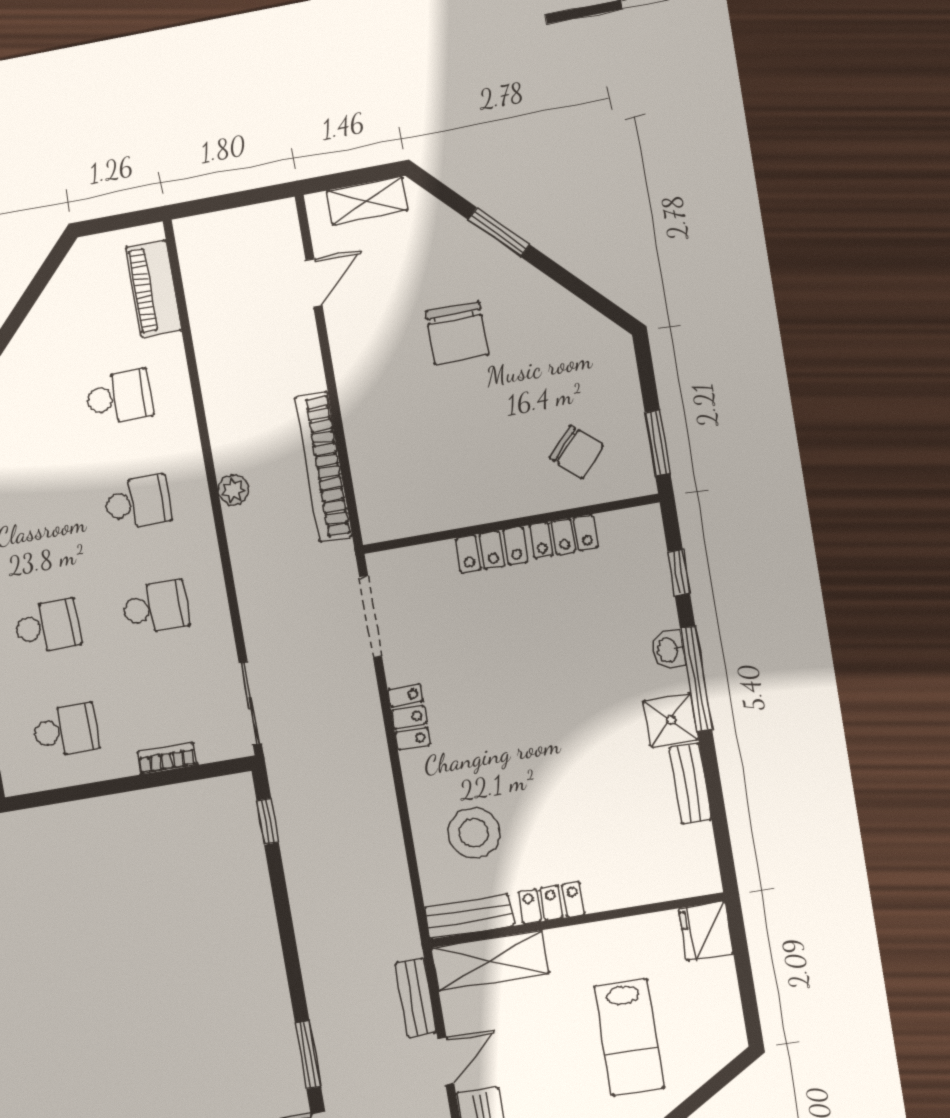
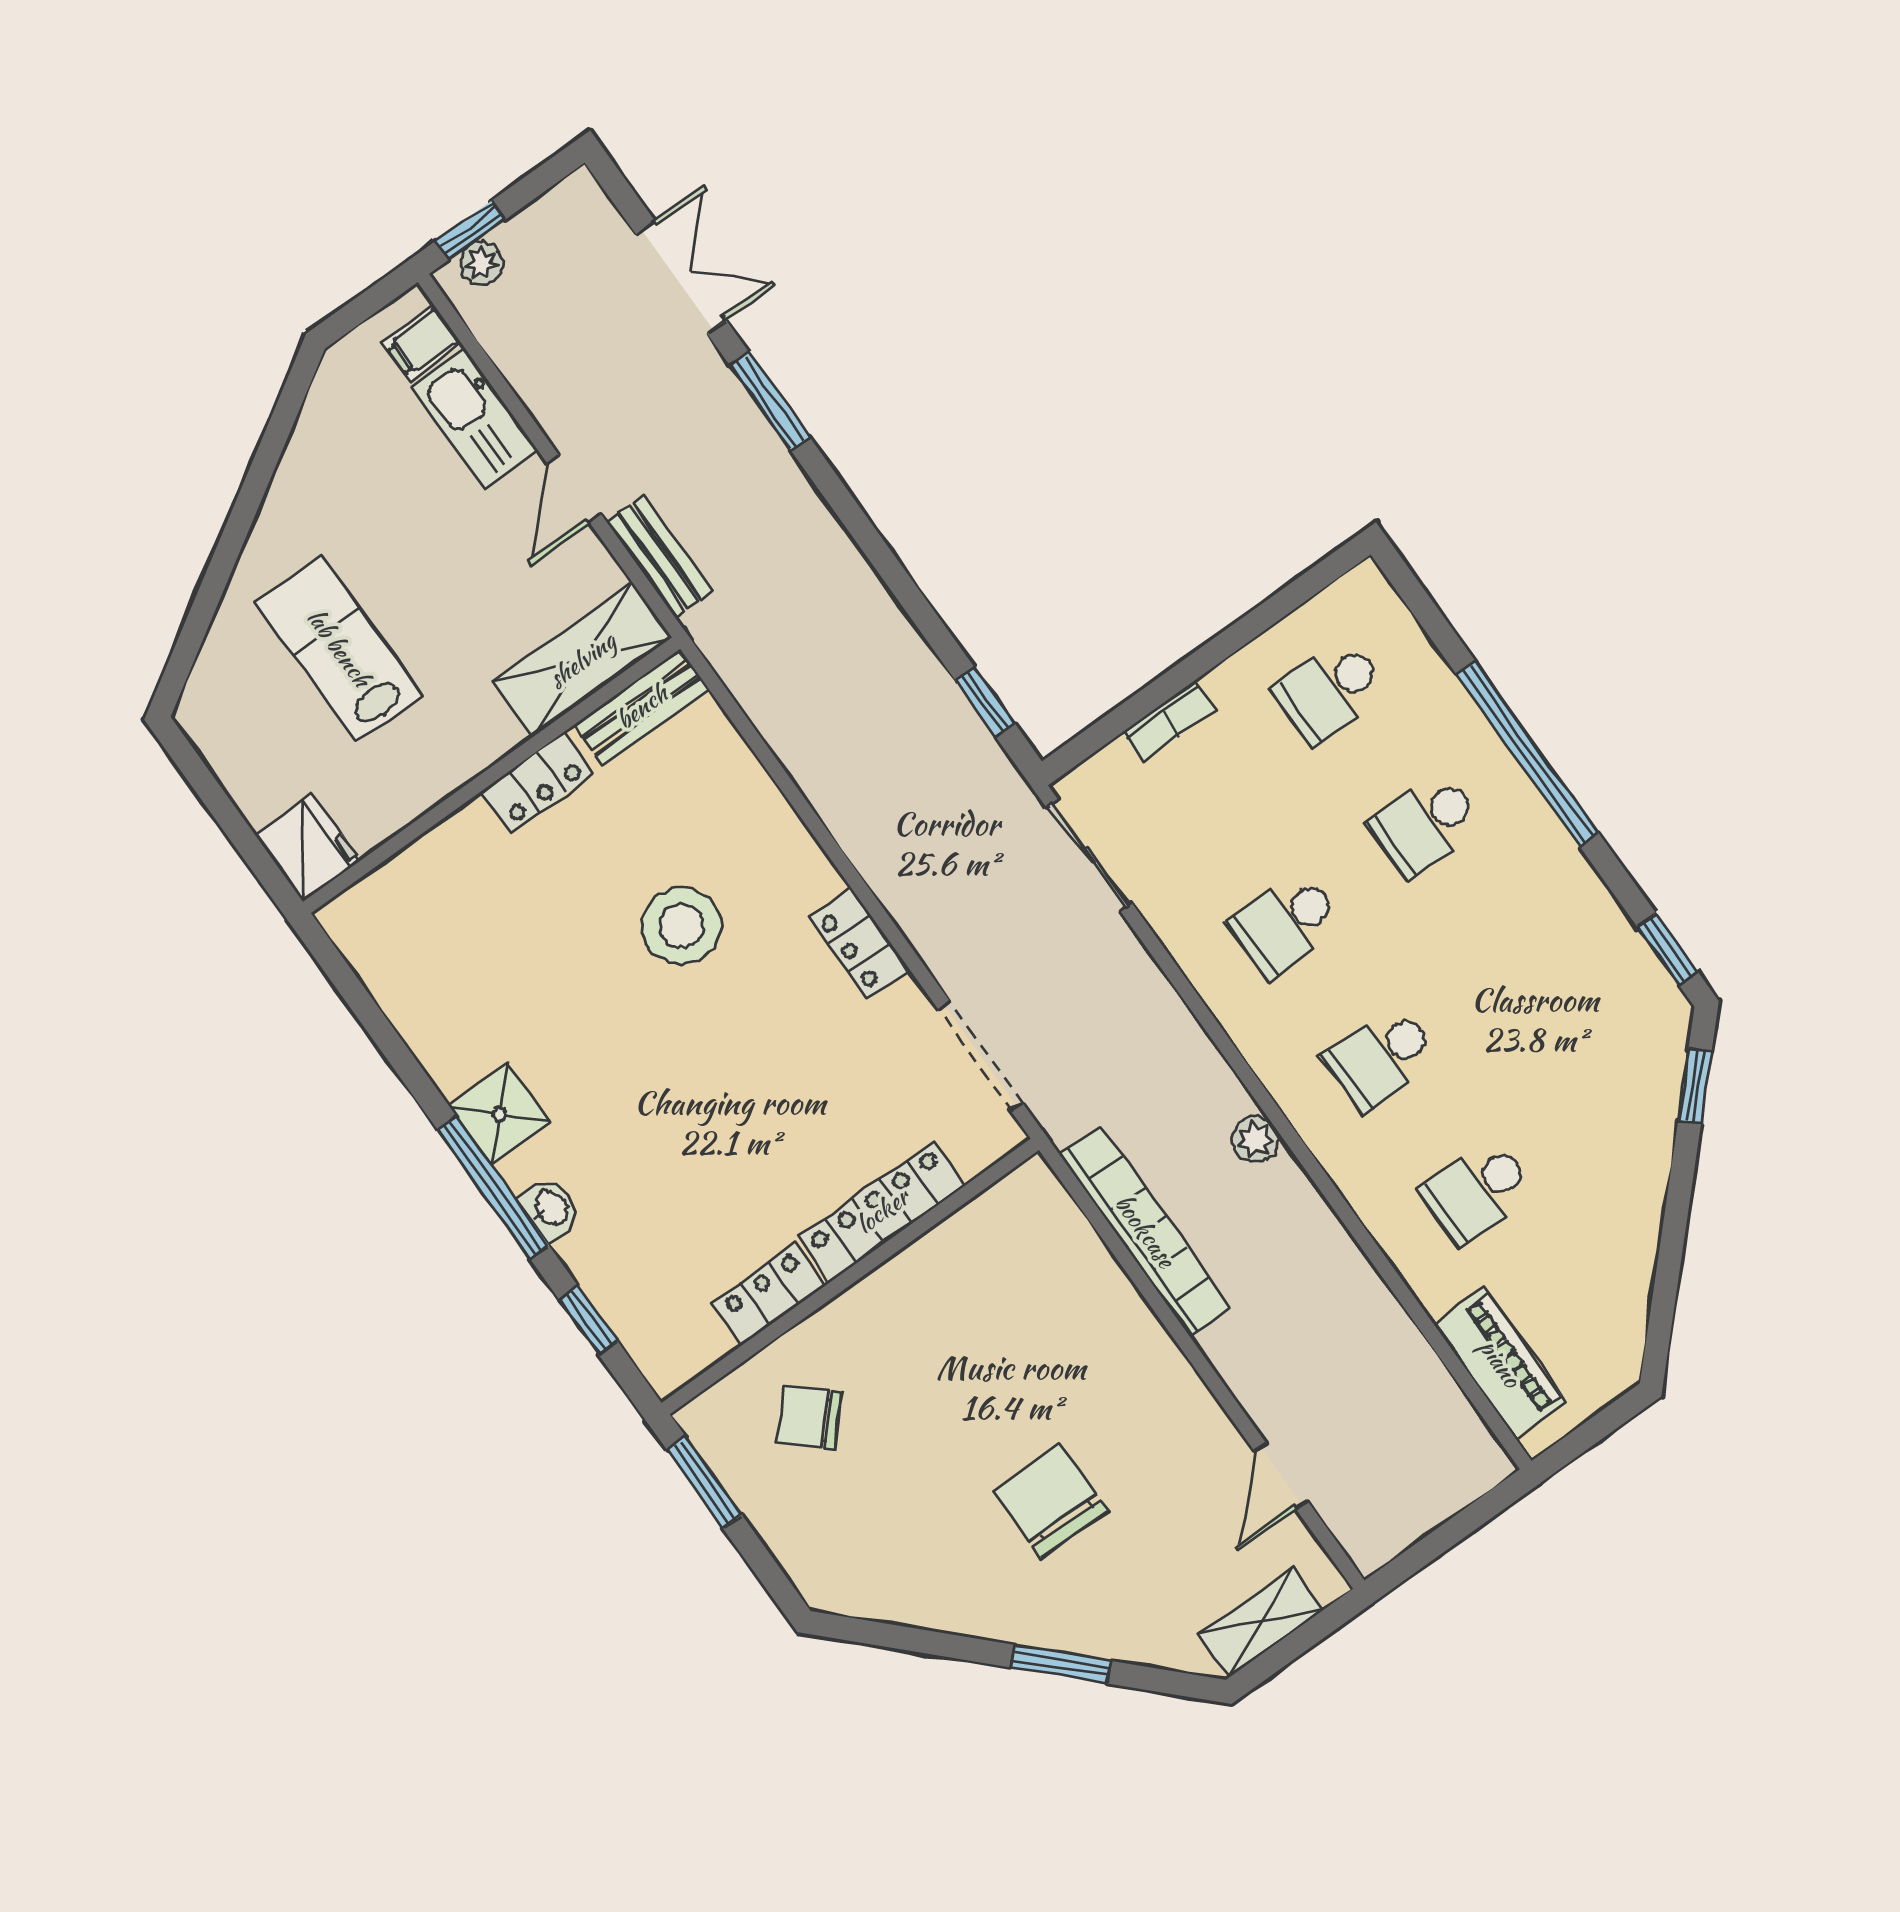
locker: (492, 550) -> (882, 1211), width x1.53
bench: (690, 783) -> (430, 1040), removed
stool: (474, 833) -> (682, 926), moved

